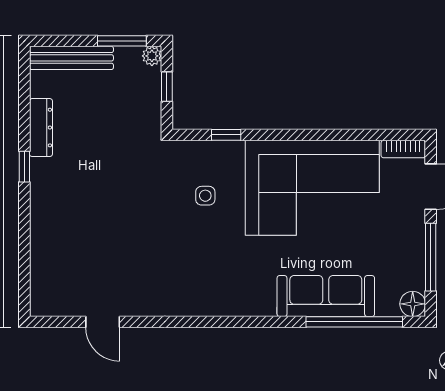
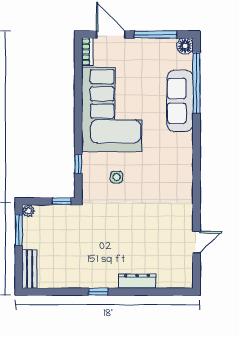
bench: (71, 58) -> (29, 269), width x0.73
window: (167, 87) -> (62, 201), moved
dresser: (41, 128) -> (137, 281), moved

